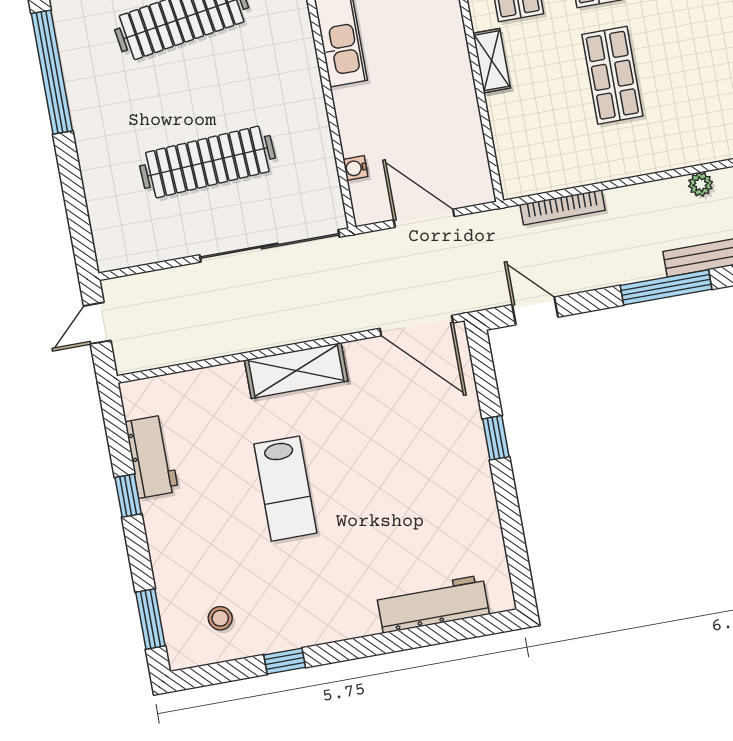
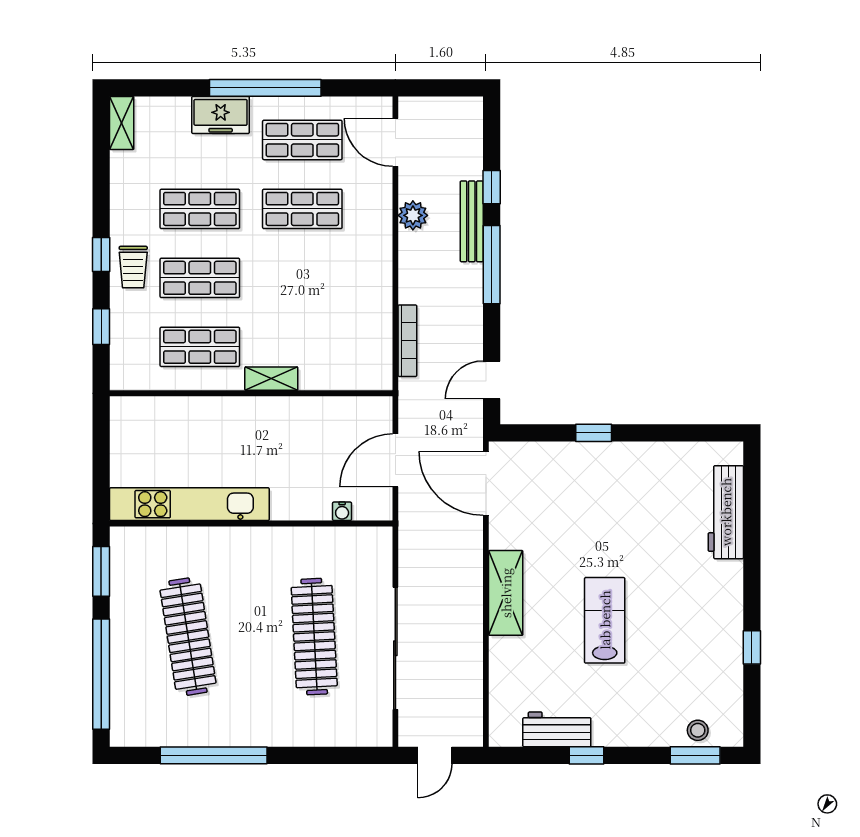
shop shelf: (612, 75) -> (302, 209), moved
plant: (701, 184) -> (413, 215), width x1.38, depth x1.38
sliding door: (270, 246) -> (395, 648), moved
door: (97, 323) -> (435, 755), hinge flipped
door: (416, 326) -> (486, 483), swing flipped
lab bench: (285, 489) -> (605, 620), turned -90
stool: (220, 618) -> (698, 730), moved

